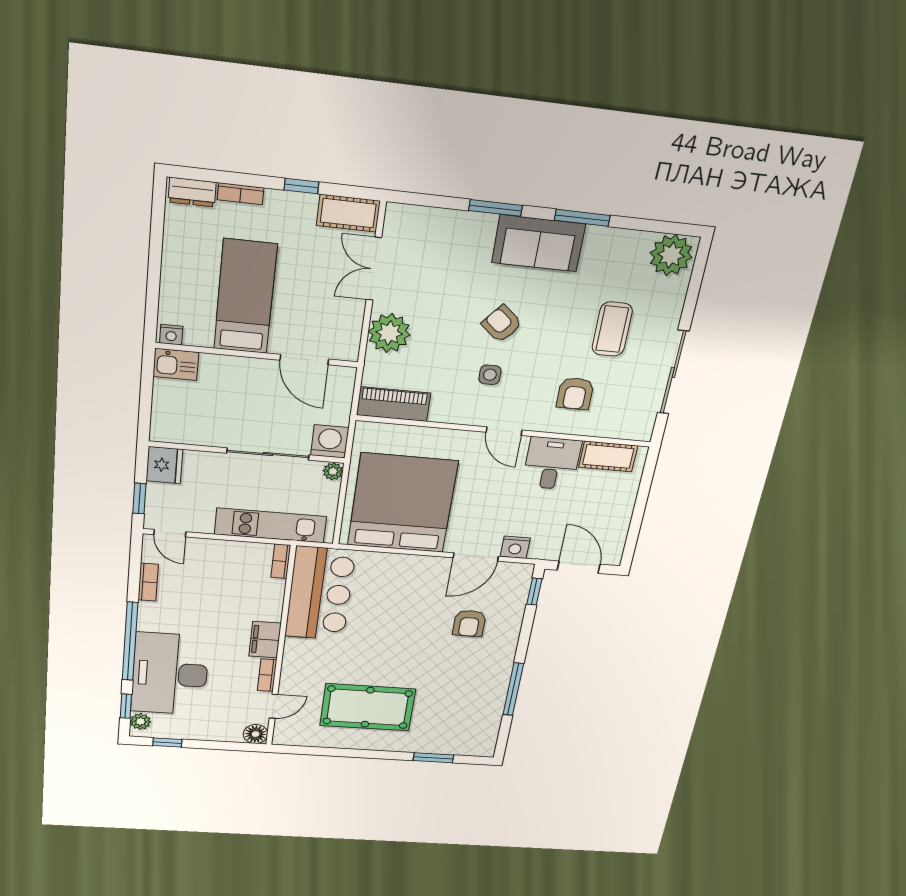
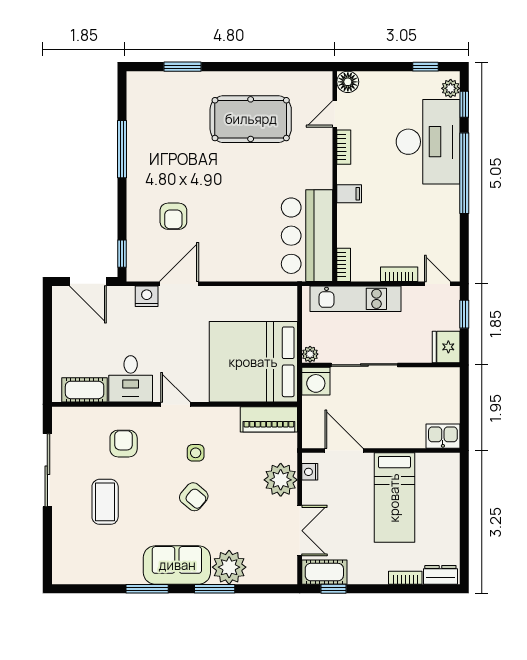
window: (301, 186) -> (334, 589), moved
plant: (671, 255) -> (229, 567), moved
nightstand: (171, 335) -> (310, 472), moved, turned -90
bed: (402, 503) -> (253, 362), moved, turned 90
bookcase: (148, 582) -> (399, 274), moved, turned 90
armchair: (469, 623) -> (173, 216), turned 180
filing cabinet: (265, 640) -> (349, 194), width x0.50

